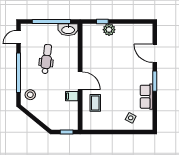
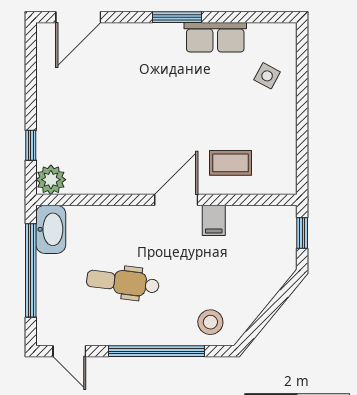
plant: (109, 30) -> (51, 180), moved
door: (155, 53) -> (78, 17), moved

